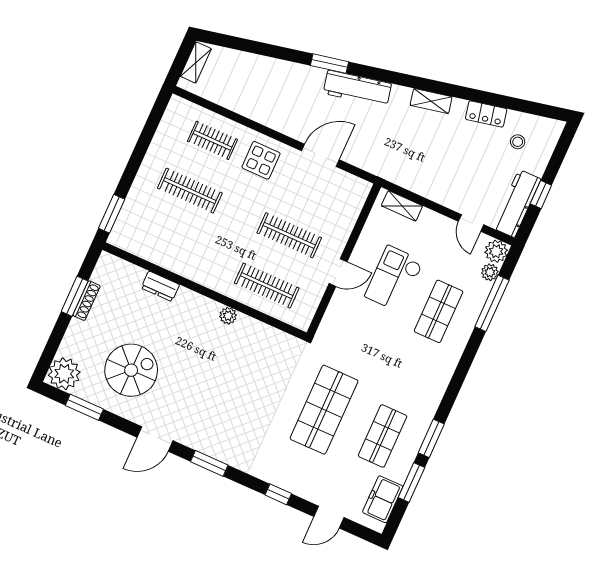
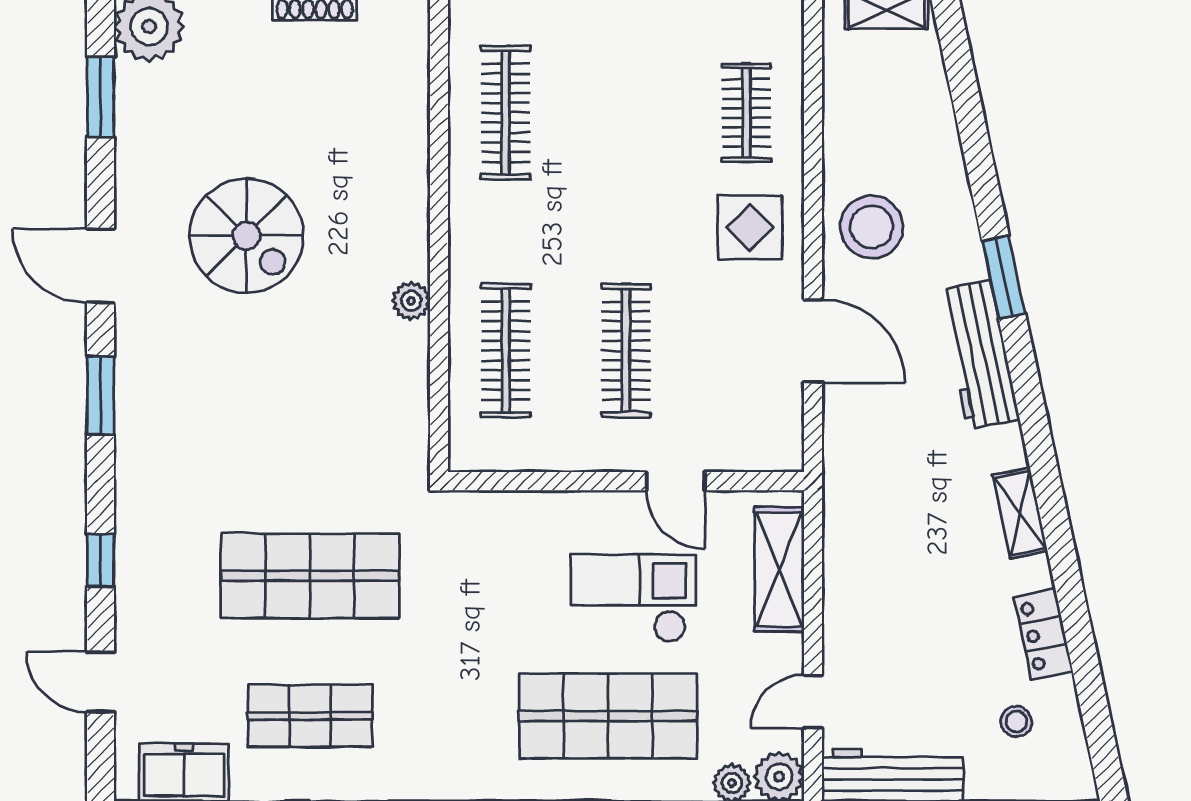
stool: (284, 109) -> (872, 227), added
clothes rail: (190, 191) -> (506, 113), moved
shelving: (402, 206) -> (779, 569), width x1.50, depth x1.33
door: (338, 273) -> (676, 481), moved
dresser: (160, 286) -> (409, 140), removed
shop shelf: (439, 311) -> (608, 716), width x1.43, depth x1.36
spiral stairs: (131, 370) -> (246, 236), moved

